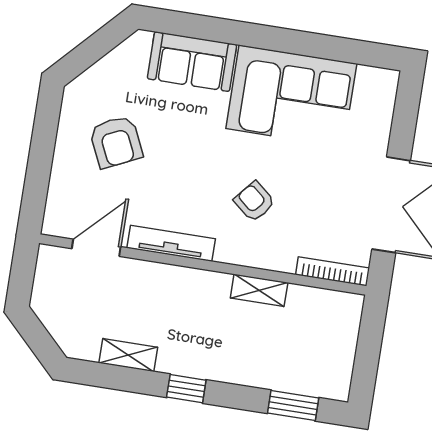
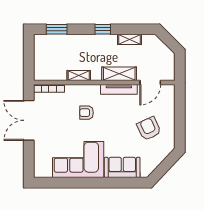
armchair: (254, 202) -> (87, 113), turned 140
shelving: (165, 279) -> (119, 74), added

